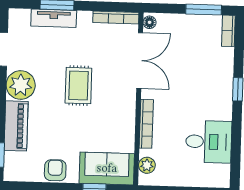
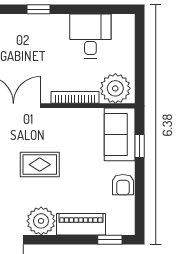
plant: (147, 165) -> (115, 88), width x1.88, depth x1.88
armchair: (55, 170) -> (123, 185), turned -90

